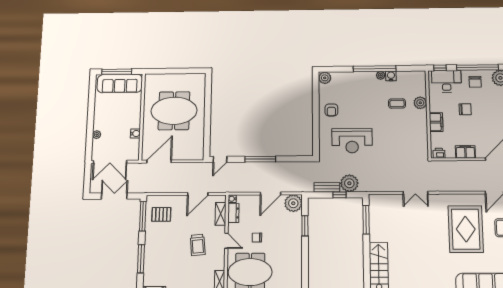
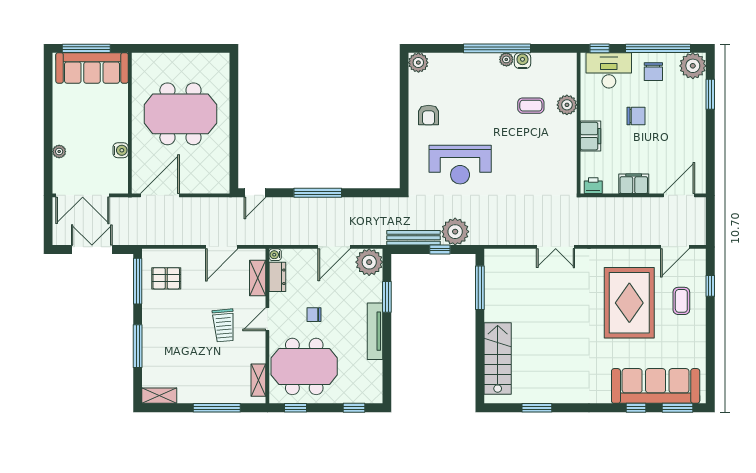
bench: (327, 187) -> (414, 238), width x1.36
door: (226, 241) -> (267, 319), swing flipped
tv unit: (297, 248) -> (375, 331), added

